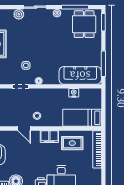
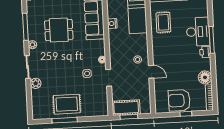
dining table: (84, 24) -> (59, 30), moved
door: (24, 129) -> (151, 72), hinge flipped
filing cabinet: (49, 137) -> (158, 46), removed

